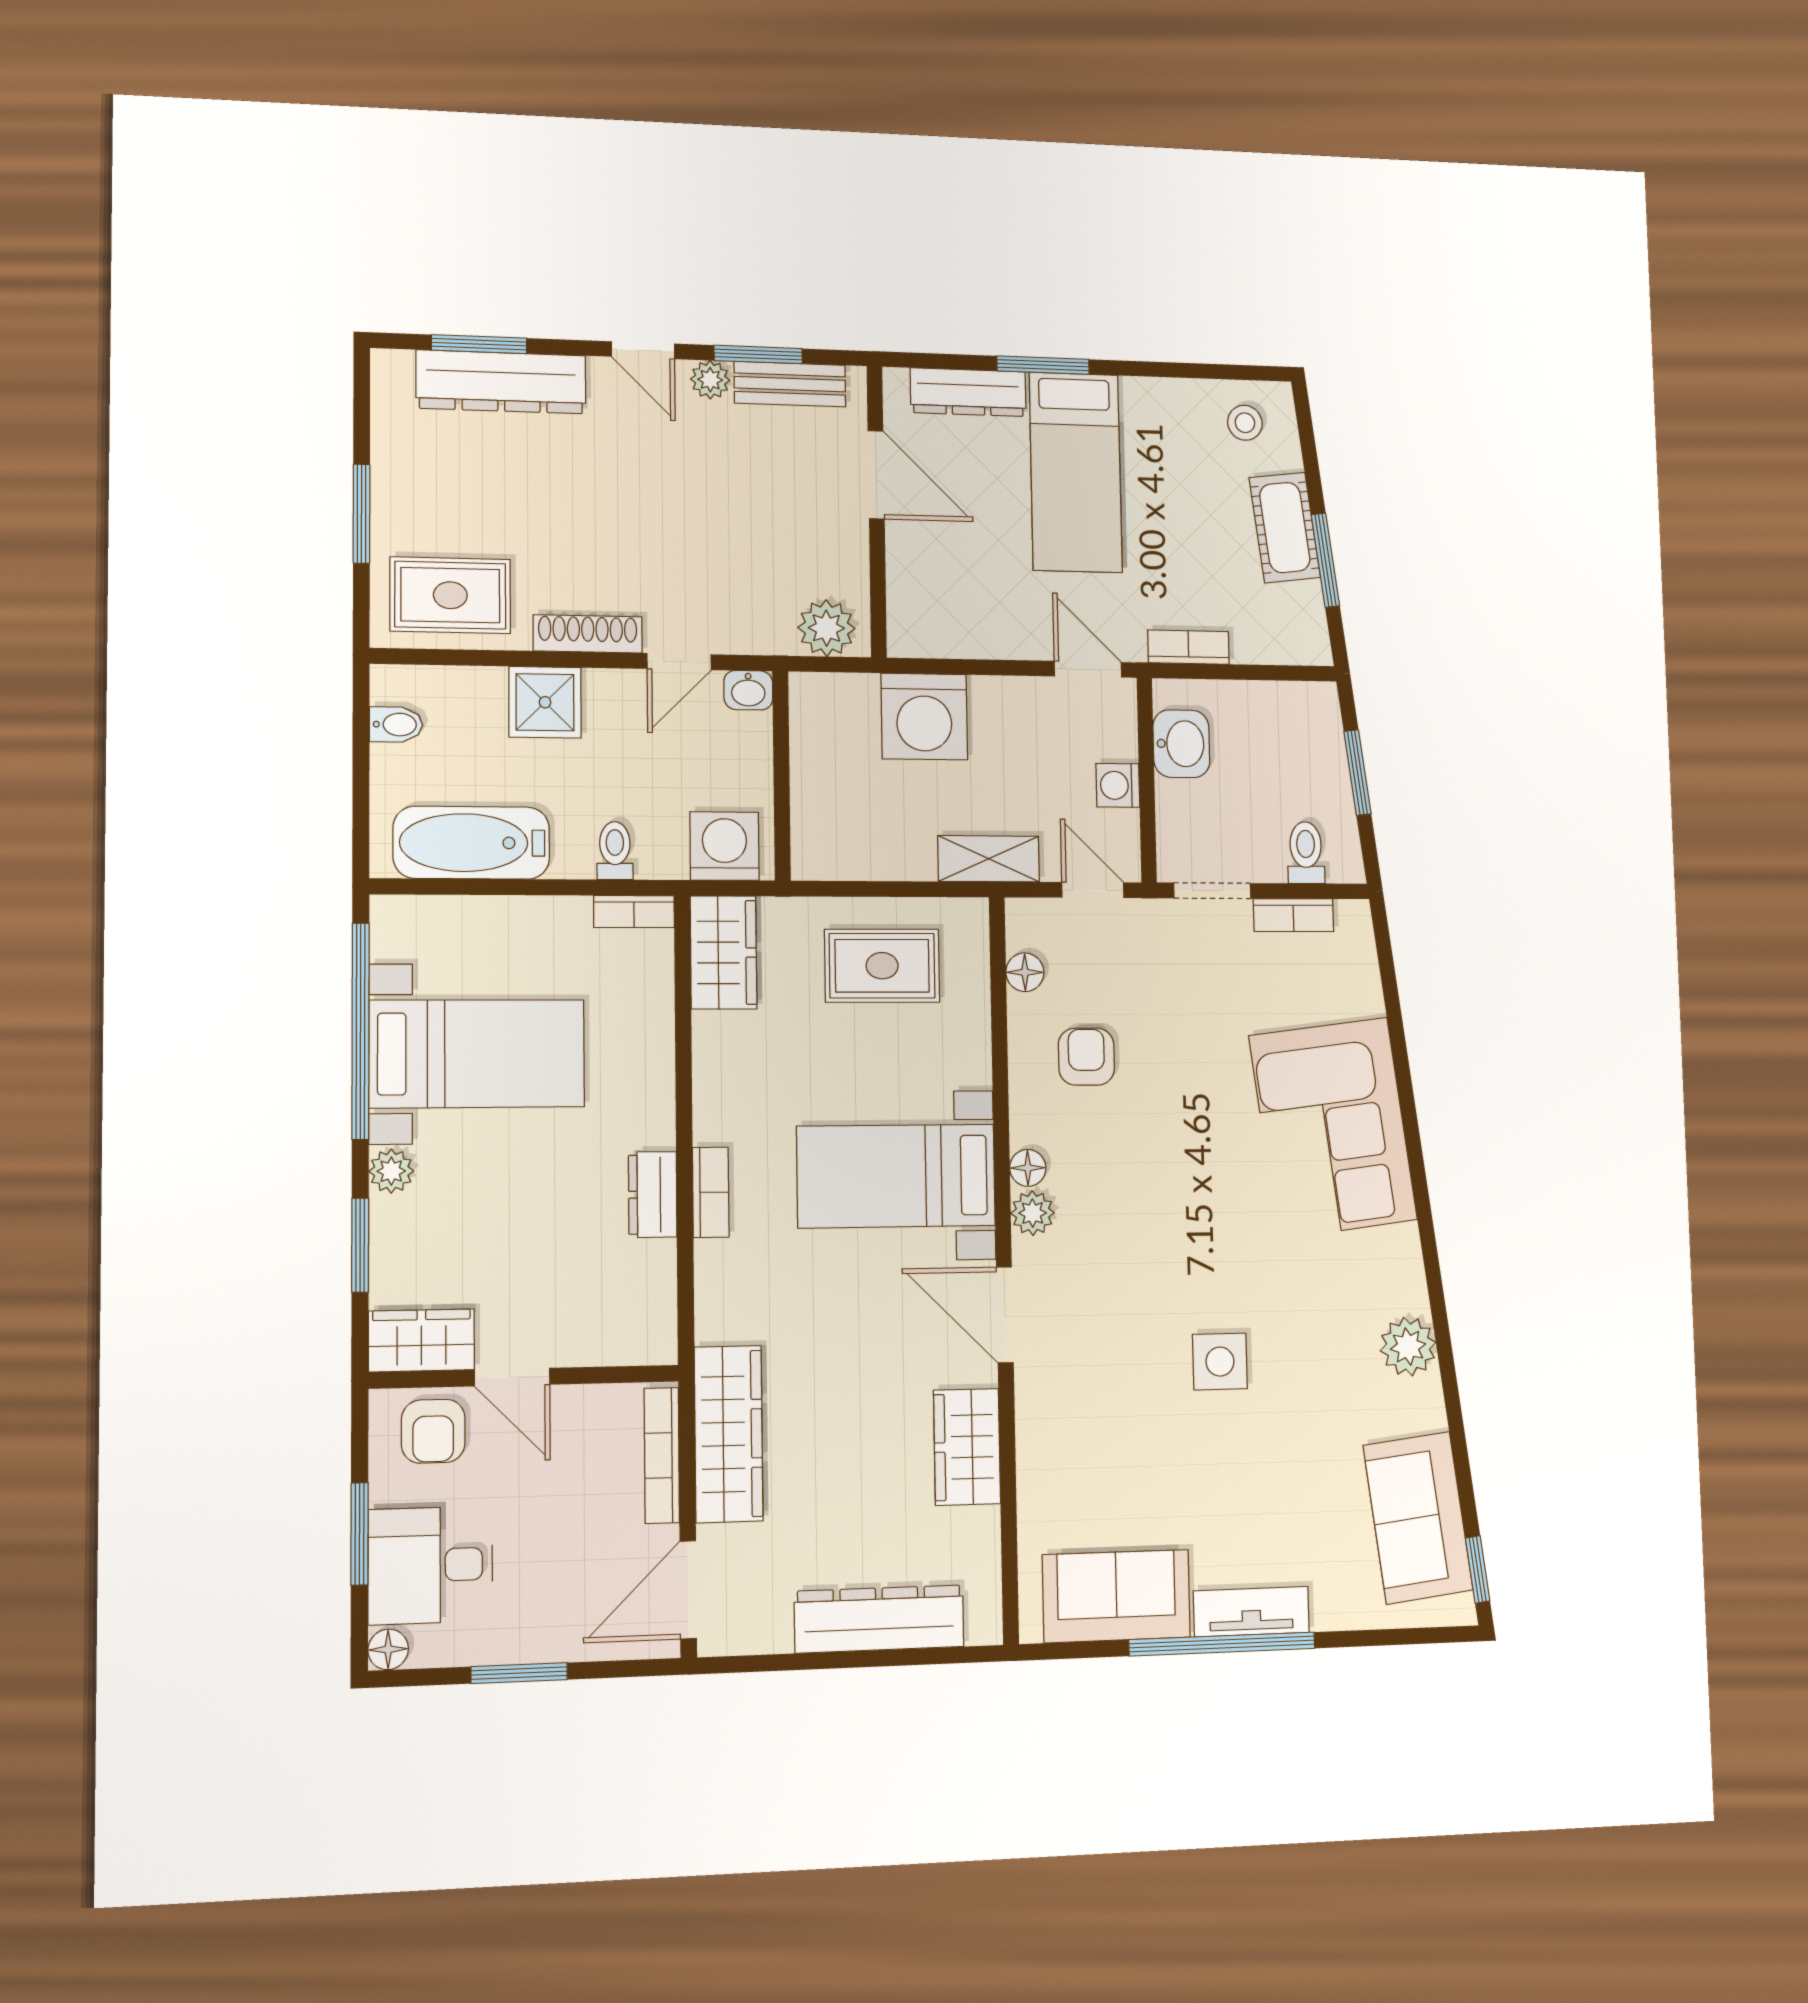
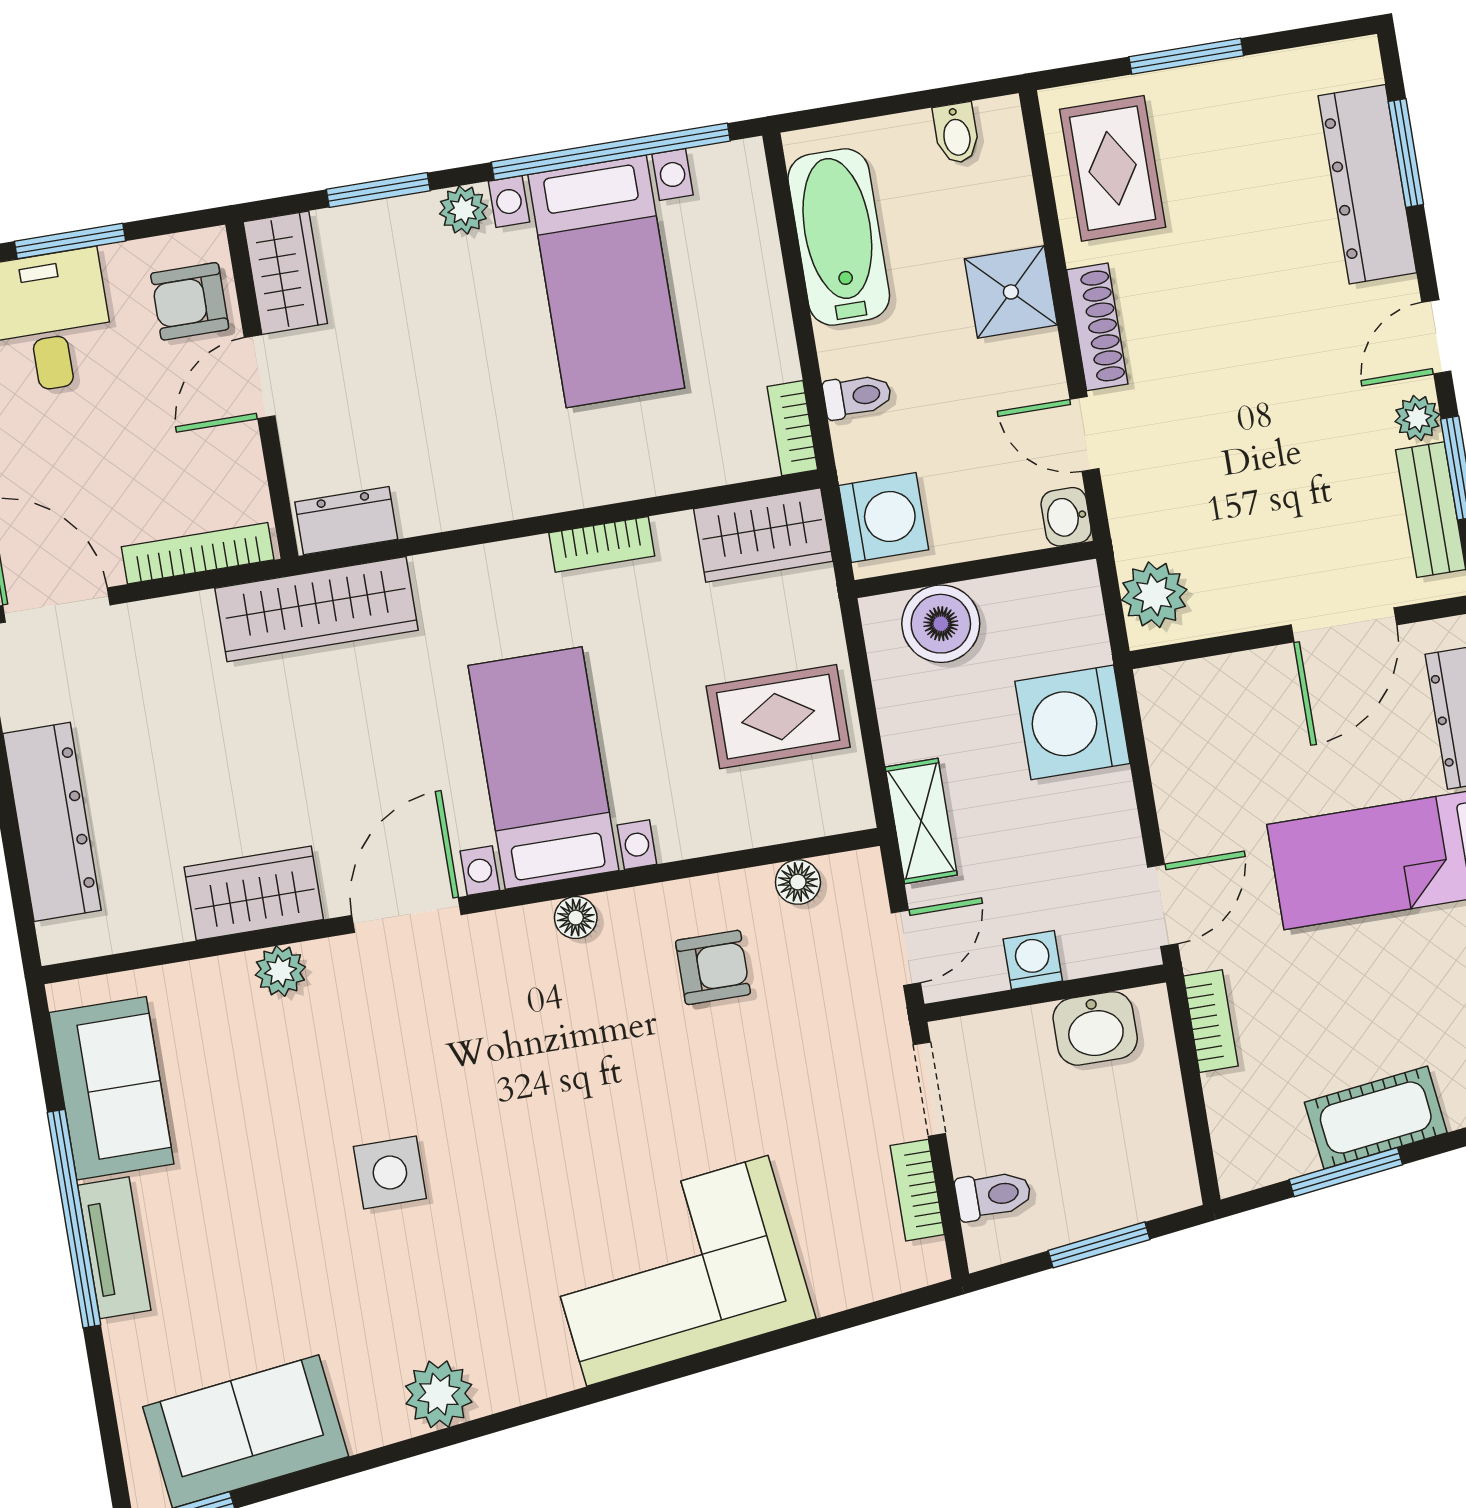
boiler: (824, 813) -> (941, 624), added
rug: (882, 966) -> (778, 717), turned 90
bookcase: (711, 1192) -> (602, 544), moved
dresser: (653, 1195) -> (346, 521), moved
plant: (1033, 1213) -> (280, 971), moved
wardrobe: (729, 1434) -> (317, 609), moved

